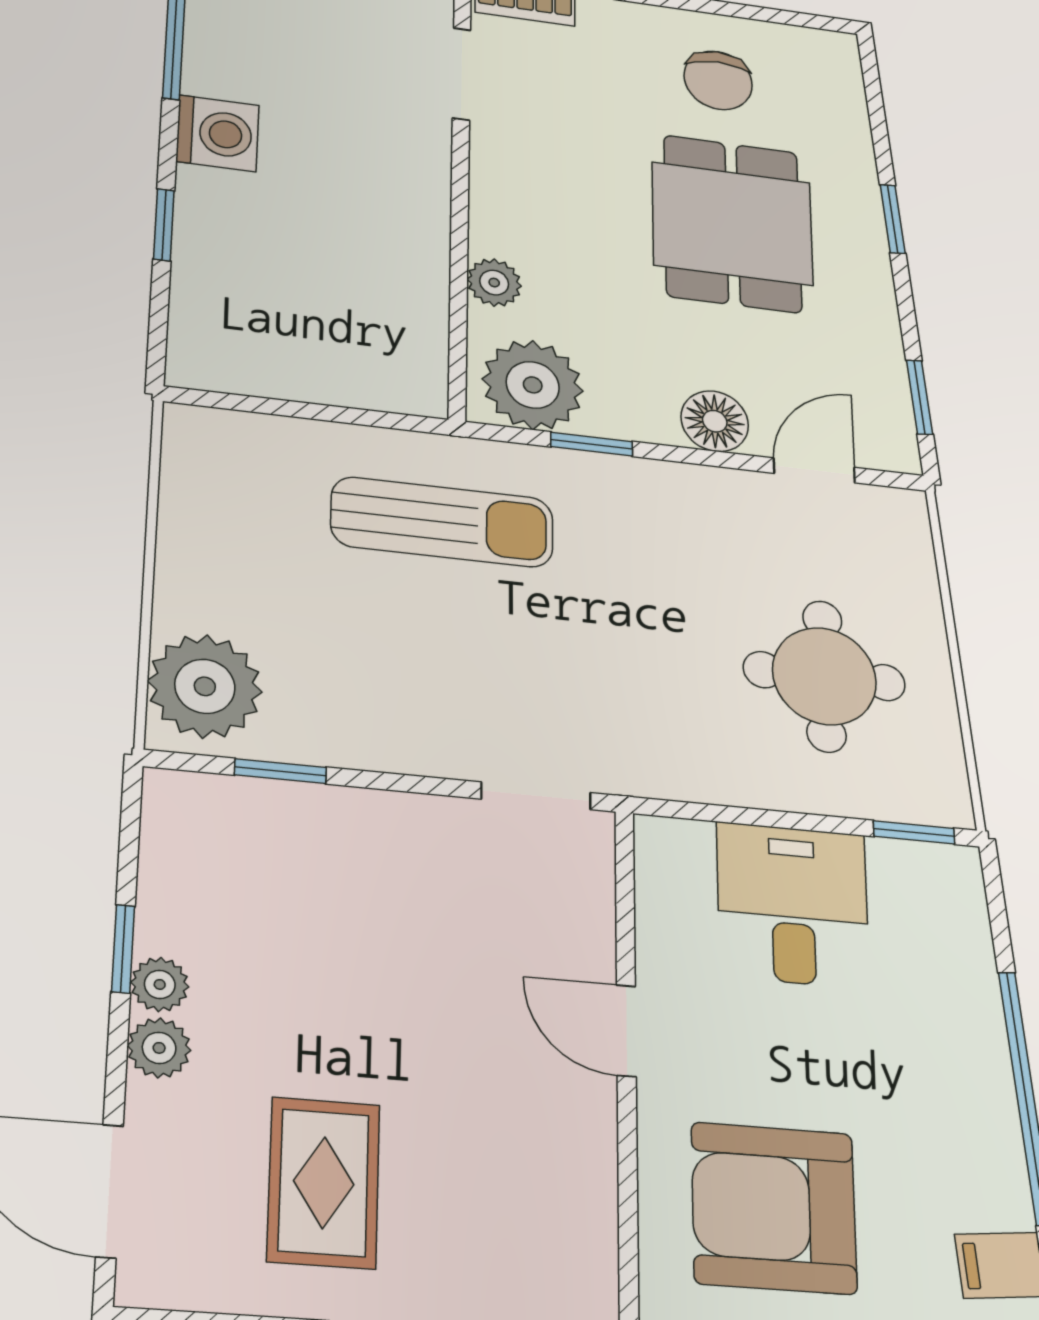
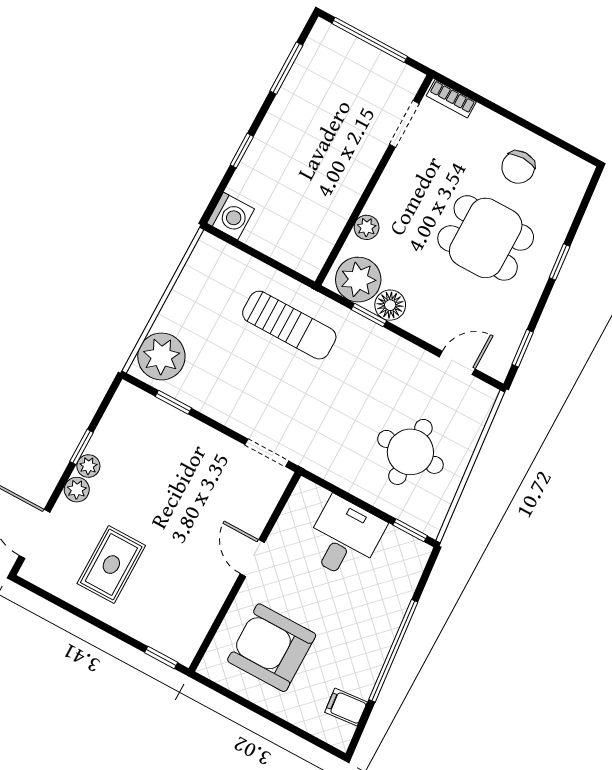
washing machine: (218, 133) -> (231, 216), moved
dining table: (732, 224) -> (486, 238), turned 90
floor lamp: (715, 421) -> (390, 305), moved

